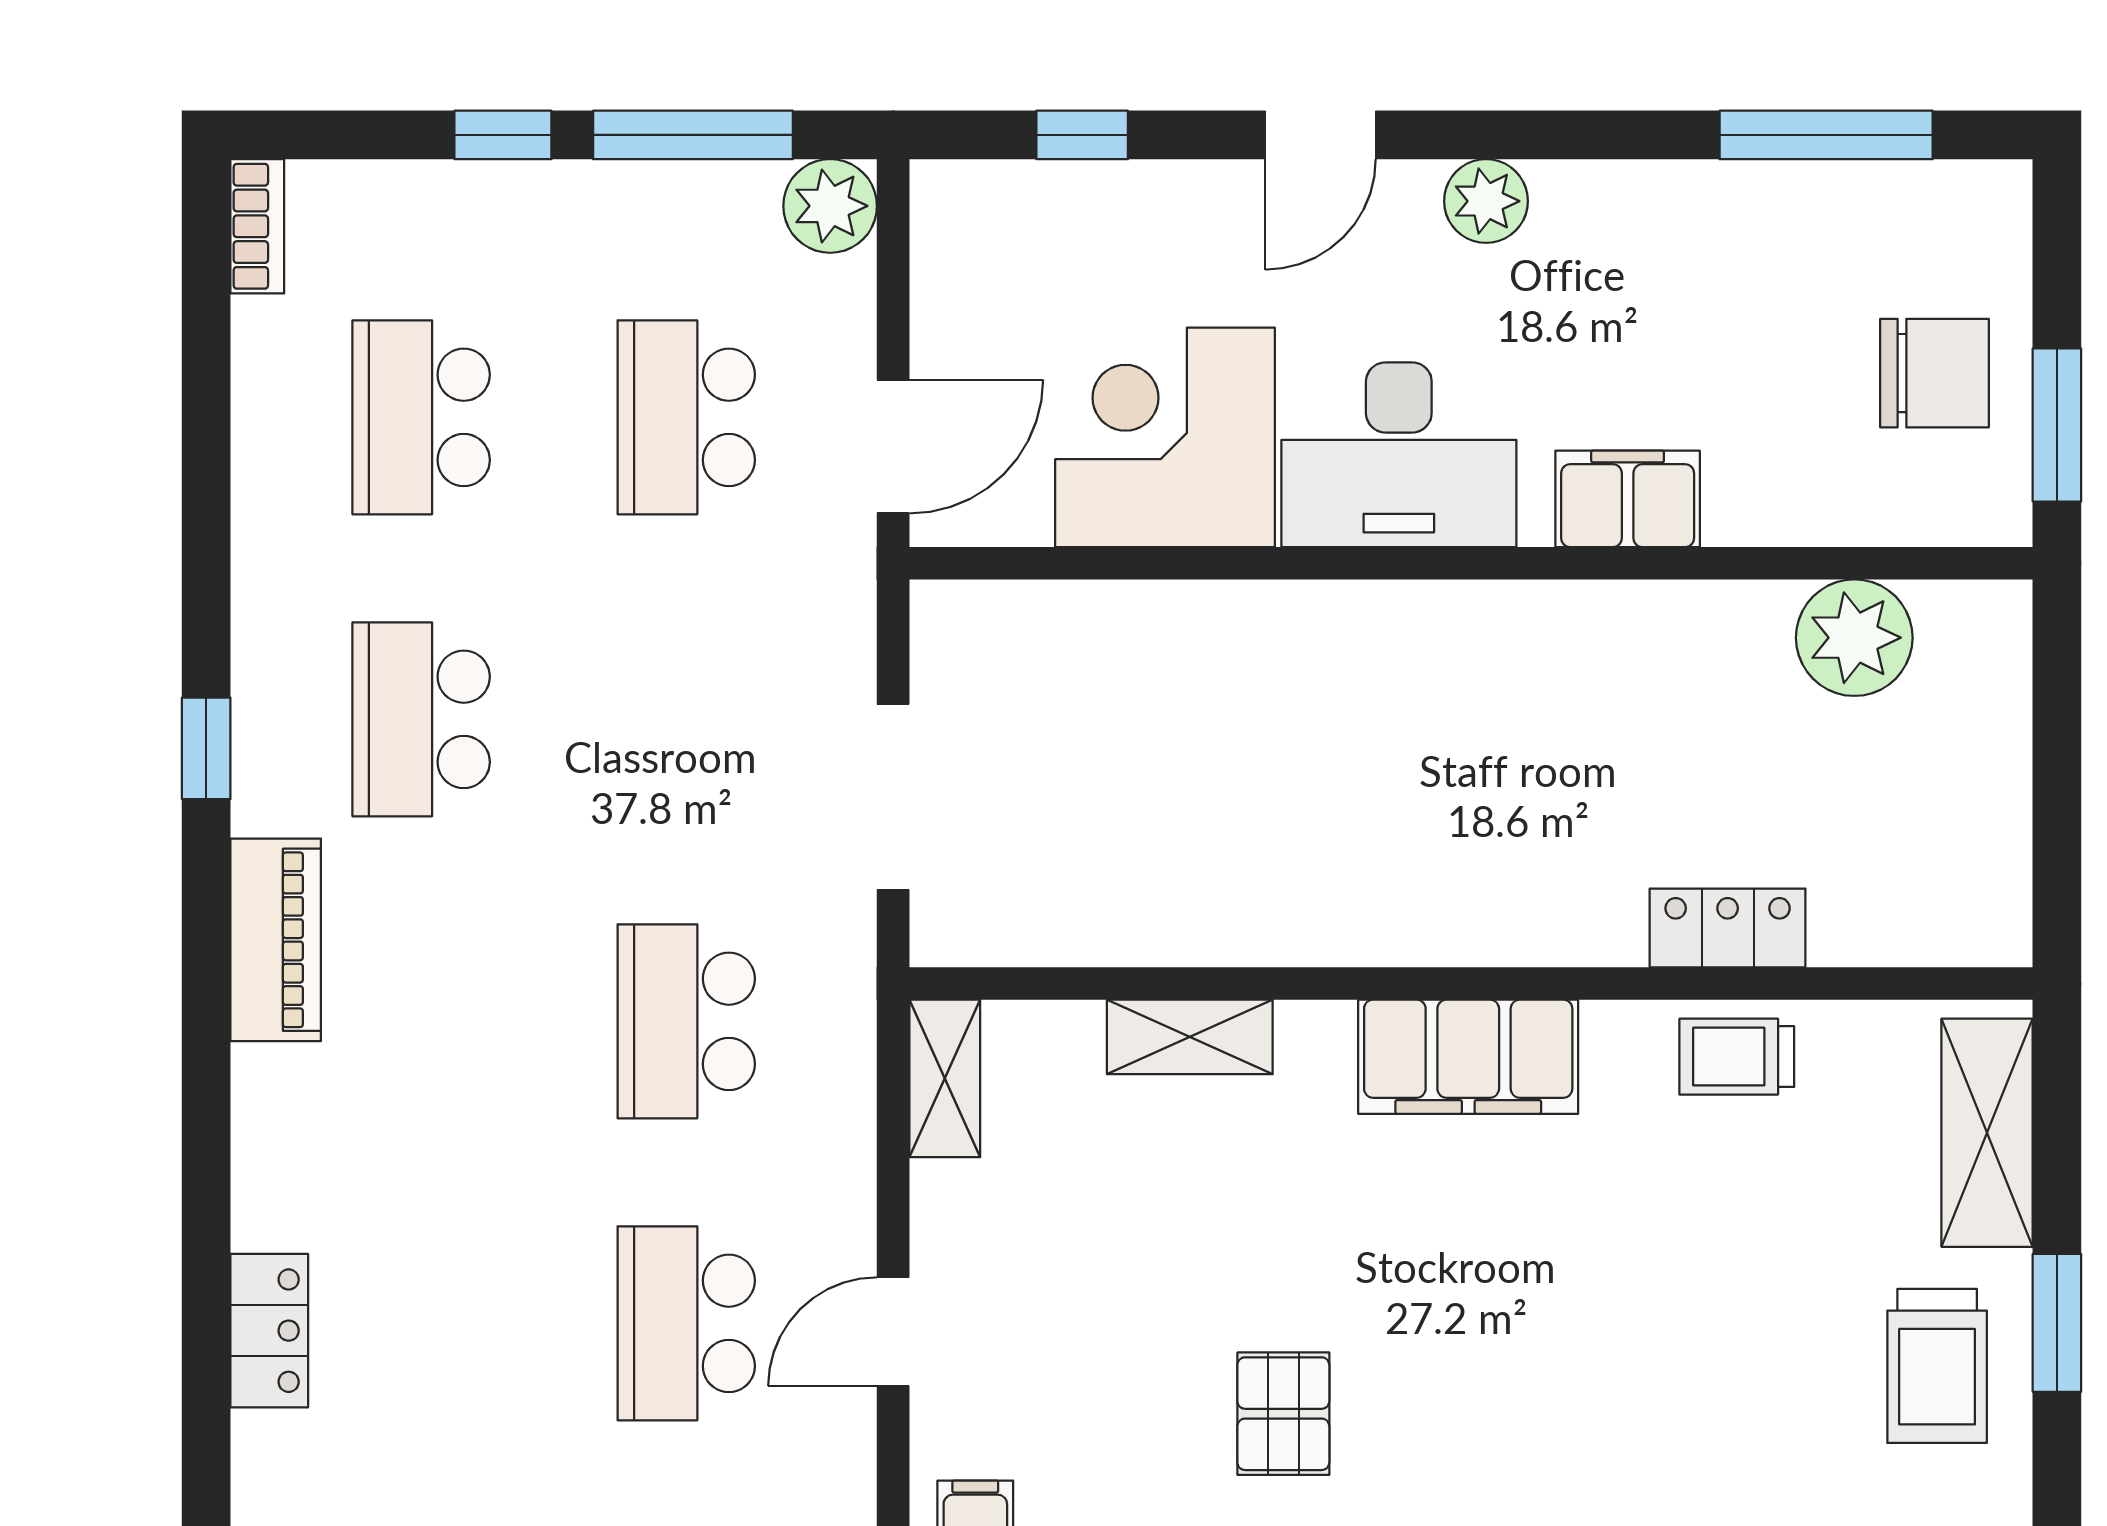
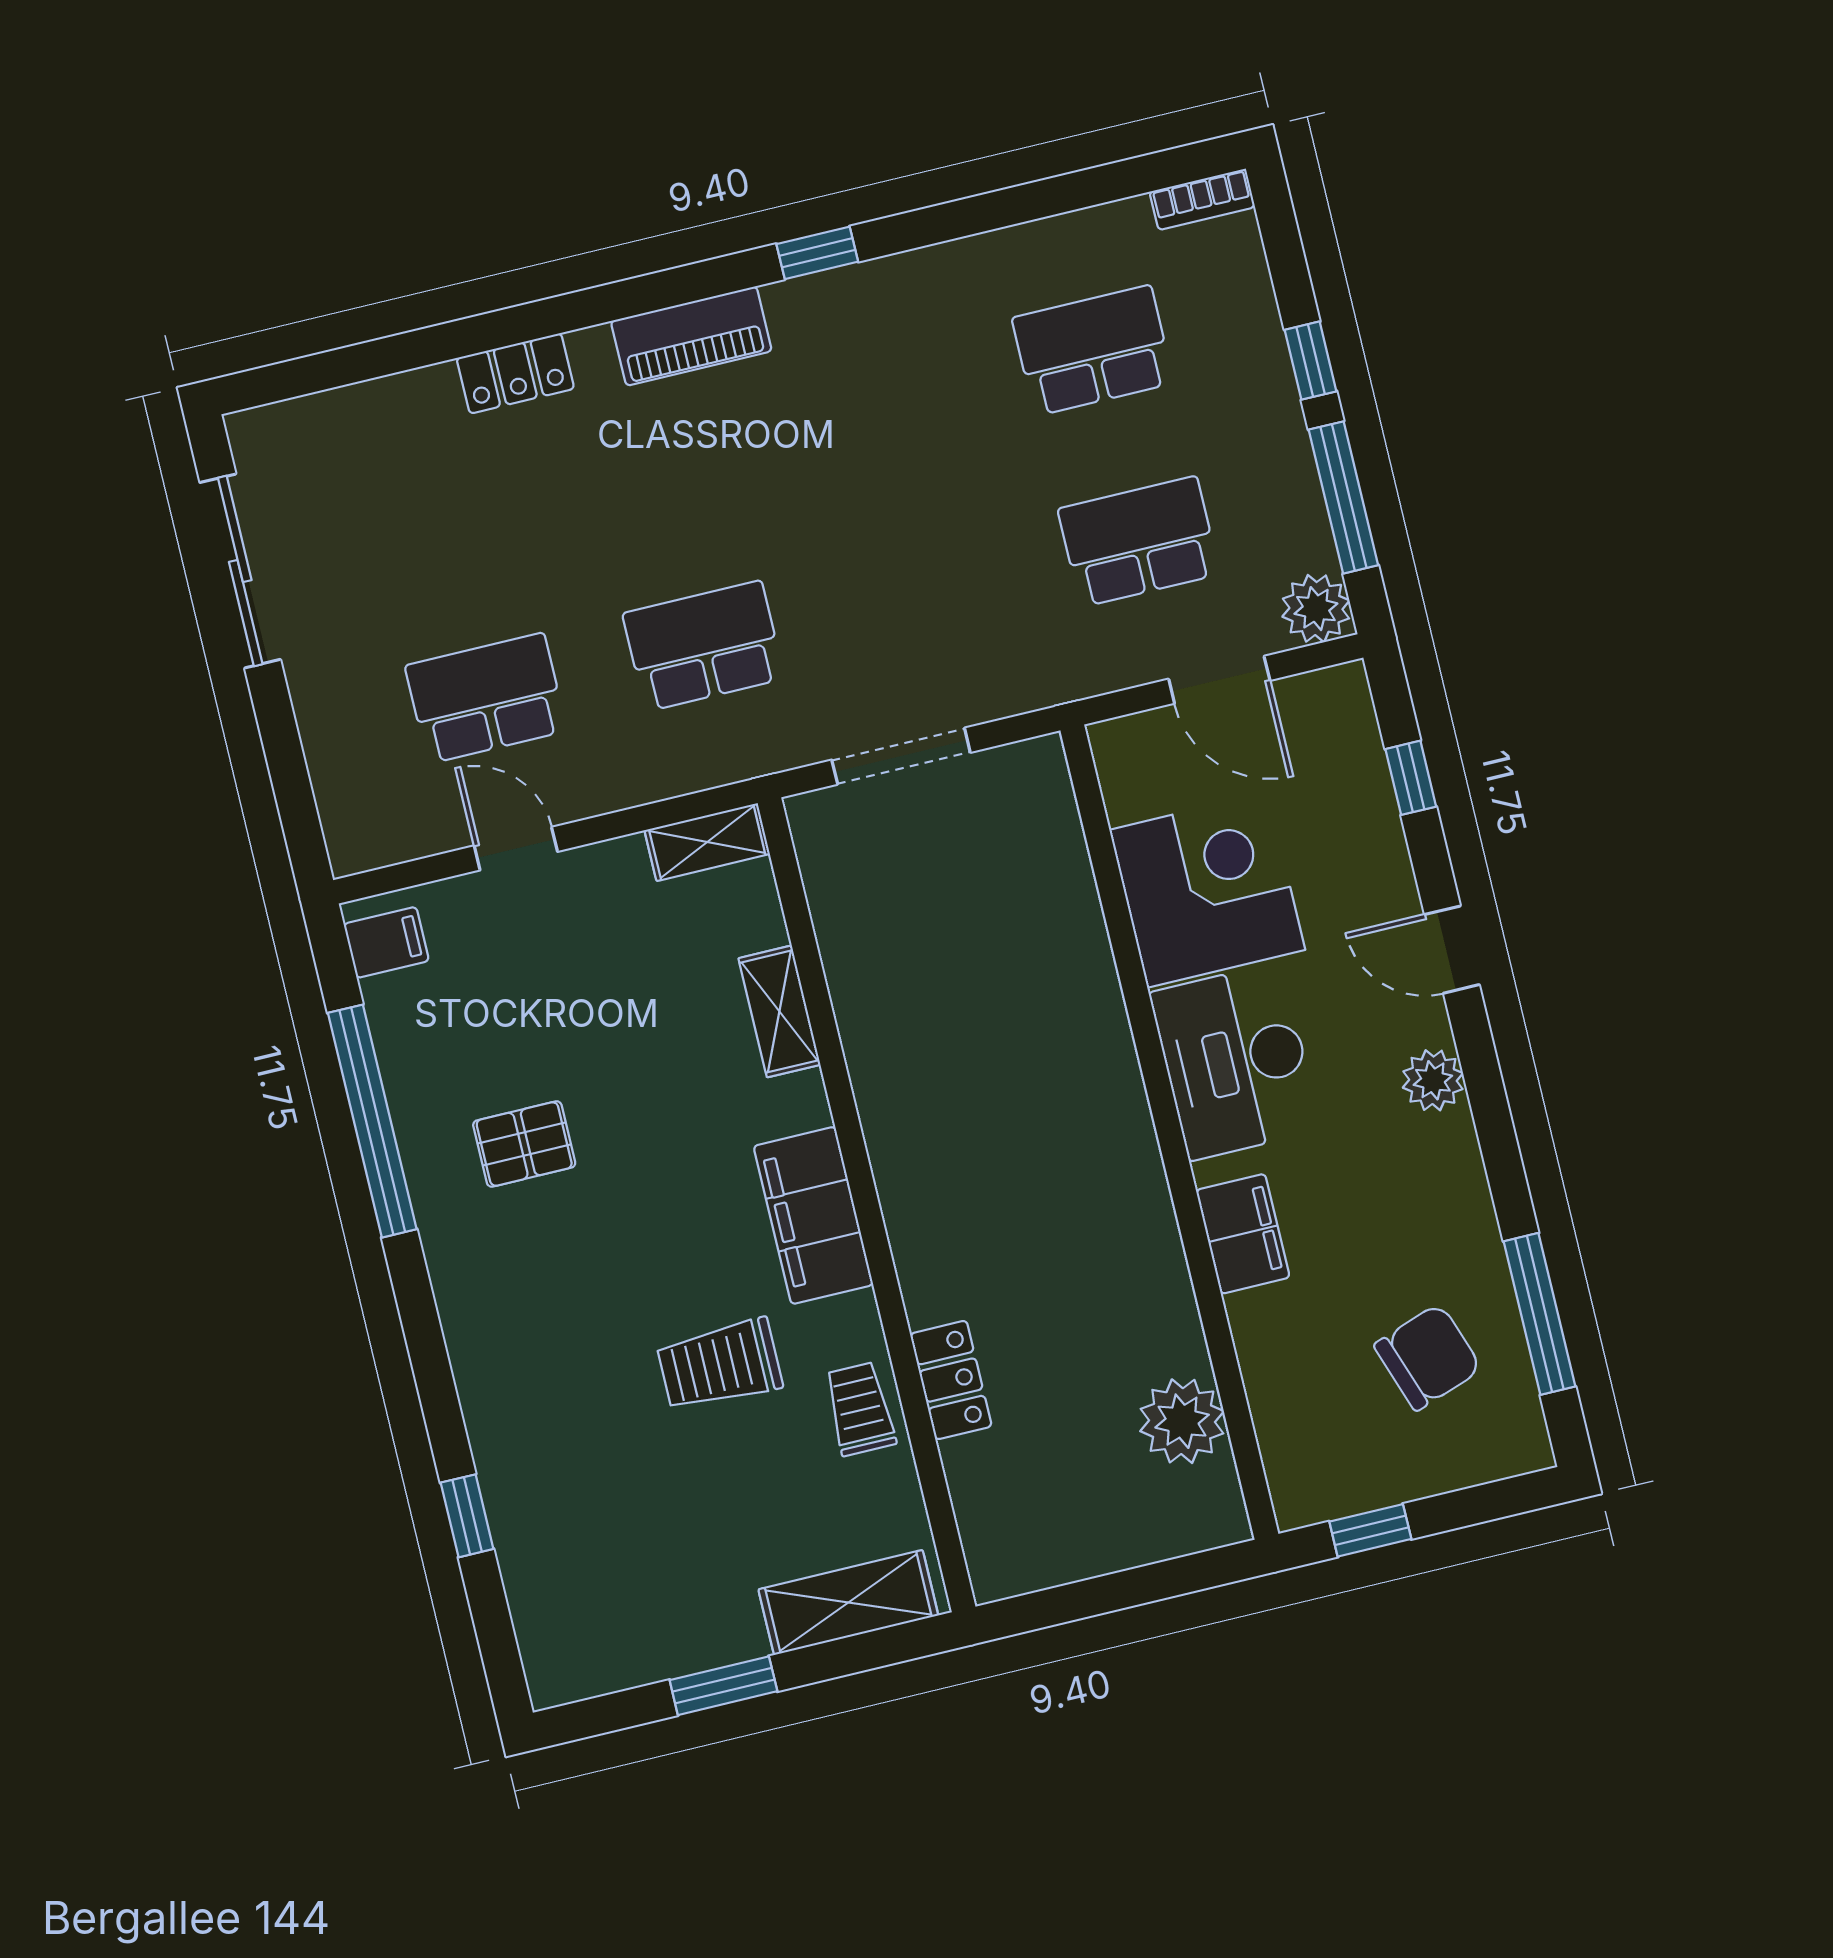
chair: (1935, 373) -> (1428, 1357), moved, turned -109
window: (2057, 425) -> (1370, 1530), width x0.67
door: (893, 447) -> (1219, 680), moved
school desk: (421, 719) -> (875, 403), removed
locker: (269, 1331) -> (515, 373), moved
trolley: (1937, 1366) -> (720, 1365), moved

